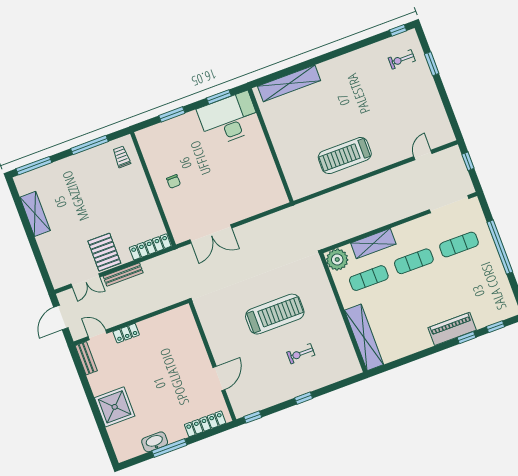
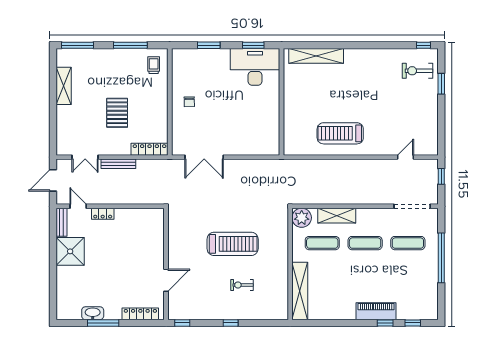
exercise bike: (402, 59) -> (418, 71), width x1.38, depth x1.39
pallet: (104, 252) -> (117, 113), moved
shower: (115, 407) -> (70, 251), moved

